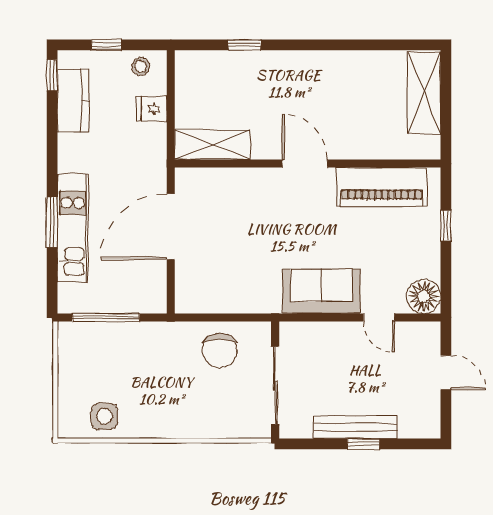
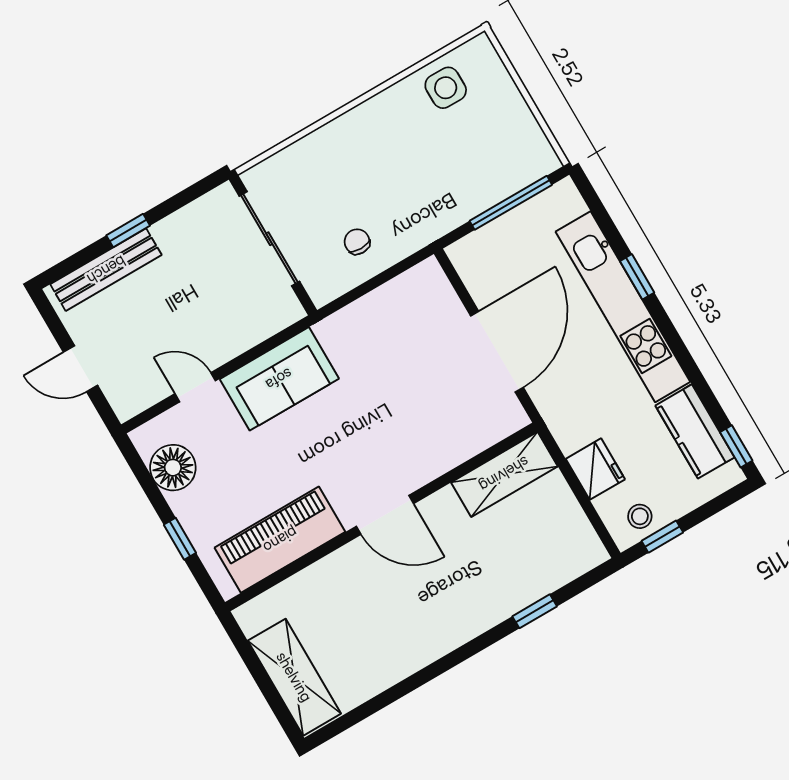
window: (107, 45) -> (662, 537), moved
fridge: (152, 109) -> (595, 469), width x1.38
window: (52, 222) -> (637, 277), width x0.67
kitchen unit: (73, 228) -> (623, 307), width x1.36
floor lamp: (424, 296) -> (173, 468), moved
chair: (220, 350) -> (357, 242), width x0.54, depth x0.54
bench: (356, 427) -> (106, 270), moved

